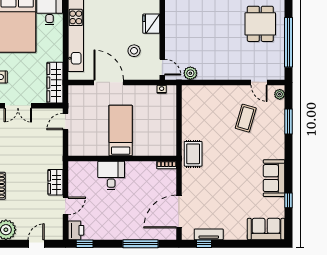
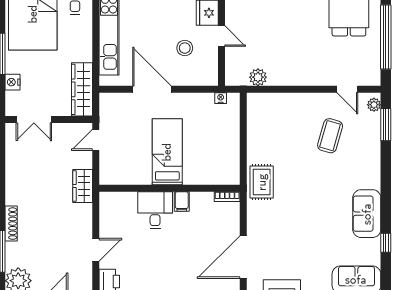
door: (162, 67) -> (221, 36), moved
window: (289, 121) -> (386, 125), moved
filing cabinet: (132, 169) -> (182, 201), added
wardrobe: (55, 182) -> (83, 186), moved

